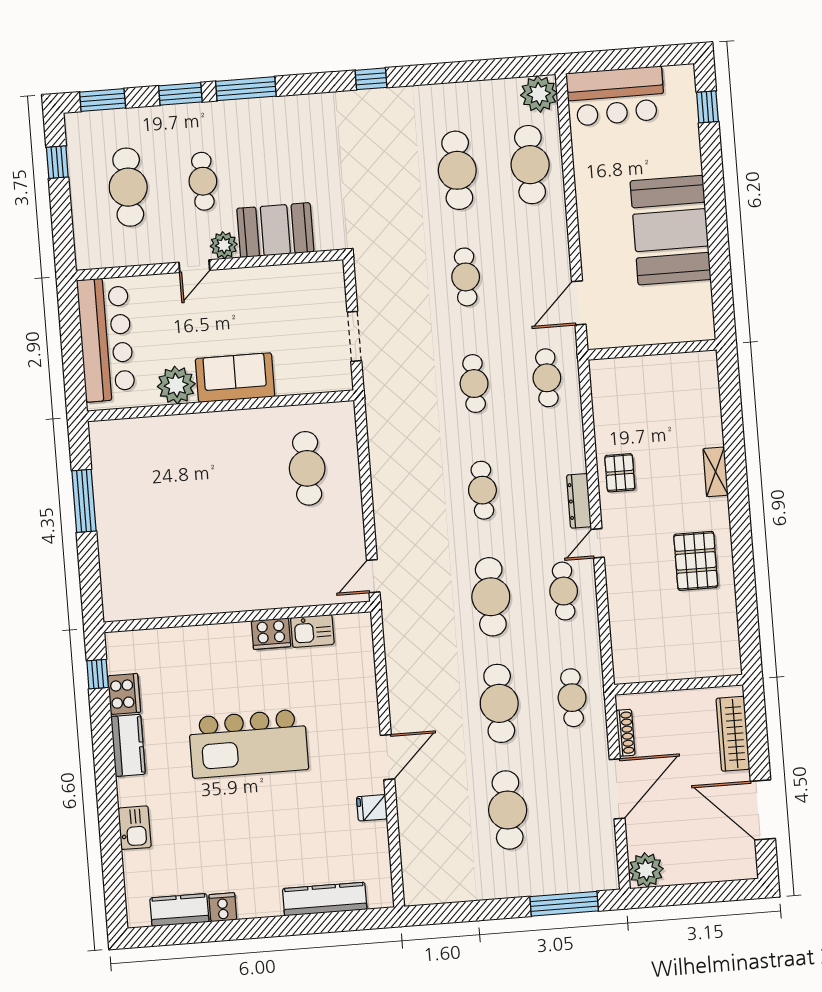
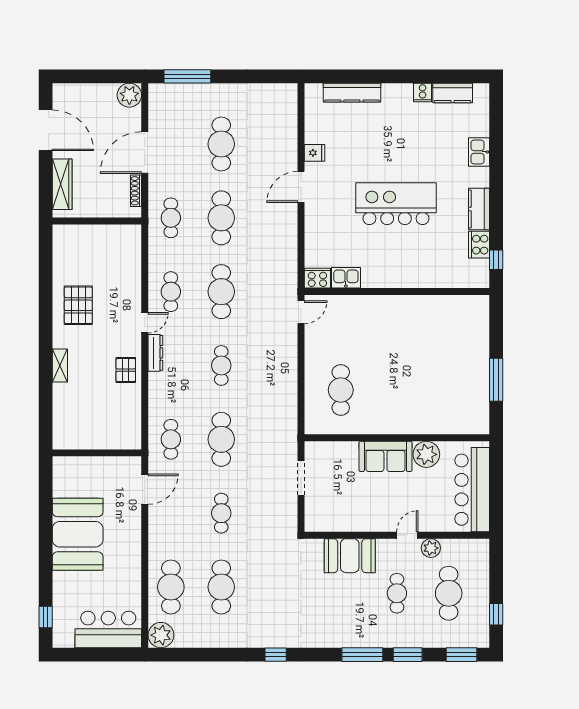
plant: (224, 245) -> (431, 548), moved
cafe table: (474, 384) -> (221, 439), width x1.37, depth x1.35
cooker: (271, 634) -> (317, 278), moved

